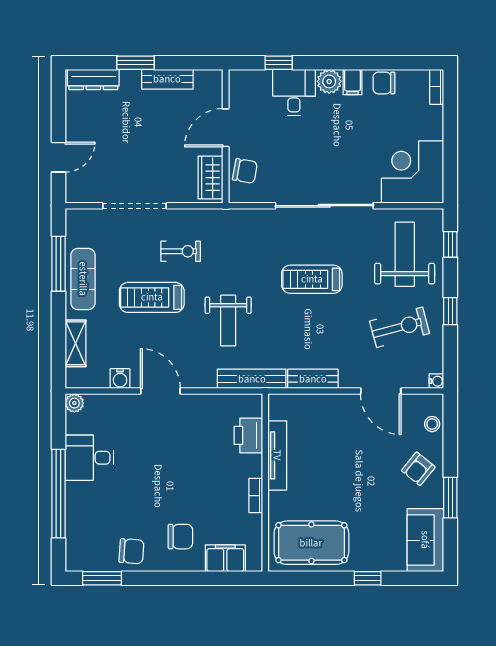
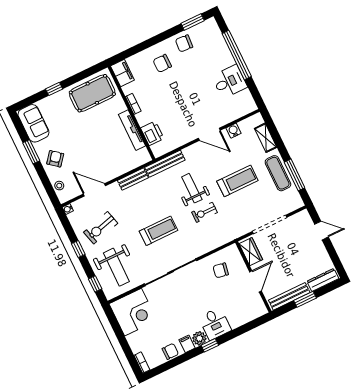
window: (279, 63) -> (210, 345), moved
bench: (167, 79) -> (289, 296), width x1.36
door: (226, 128) -> (255, 281), moved
wall: (226, 136) -> (253, 277), moved
door: (58, 157) -> (321, 231), swing flipped
wardrobe: (211, 178) -> (251, 252), moved
exercise bike: (181, 251) -> (205, 212), moved
plant: (74, 403) -> (251, 106), removed
filing cabinet: (225, 558) -> (122, 73), moved, turned -90

